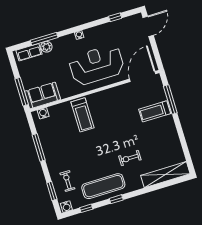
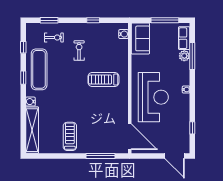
window: (22, 92) -> (165, 20), moved
treadmill: (155, 111) -> (70, 136), moved
treadmill: (83, 115) -> (103, 80), moved
window: (39, 148) -> (93, 20), width x0.46
exercise bike: (130, 158) -> (79, 51), moved
water cooler: (66, 207) -> (30, 102), moved

